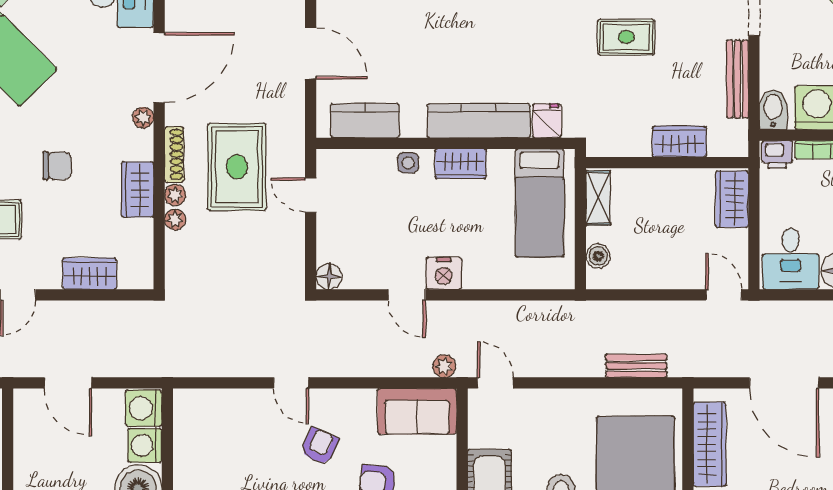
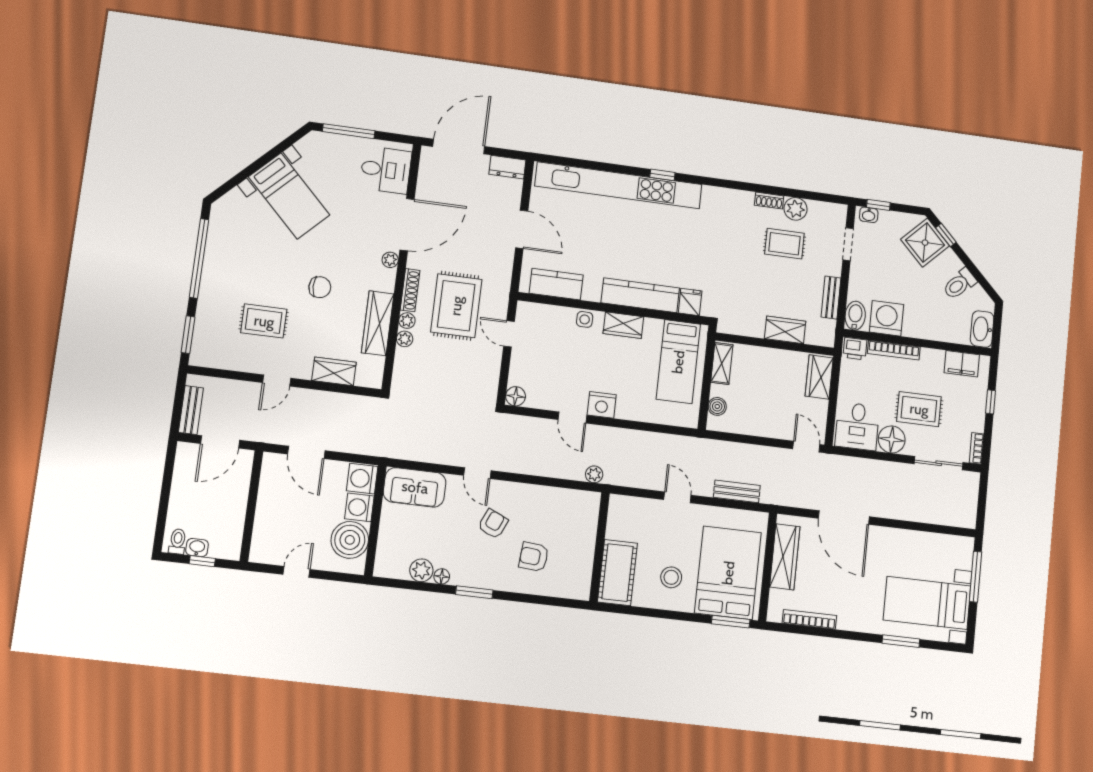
rug: (626, 37) -> (784, 244), moved
bench: (738, 79) -> (831, 298), width x0.73
wardrobe: (138, 190) -> (378, 323), width x1.50
door: (495, 383) -> (677, 497), moved
sofa: (417, 411) -> (415, 487), moved

